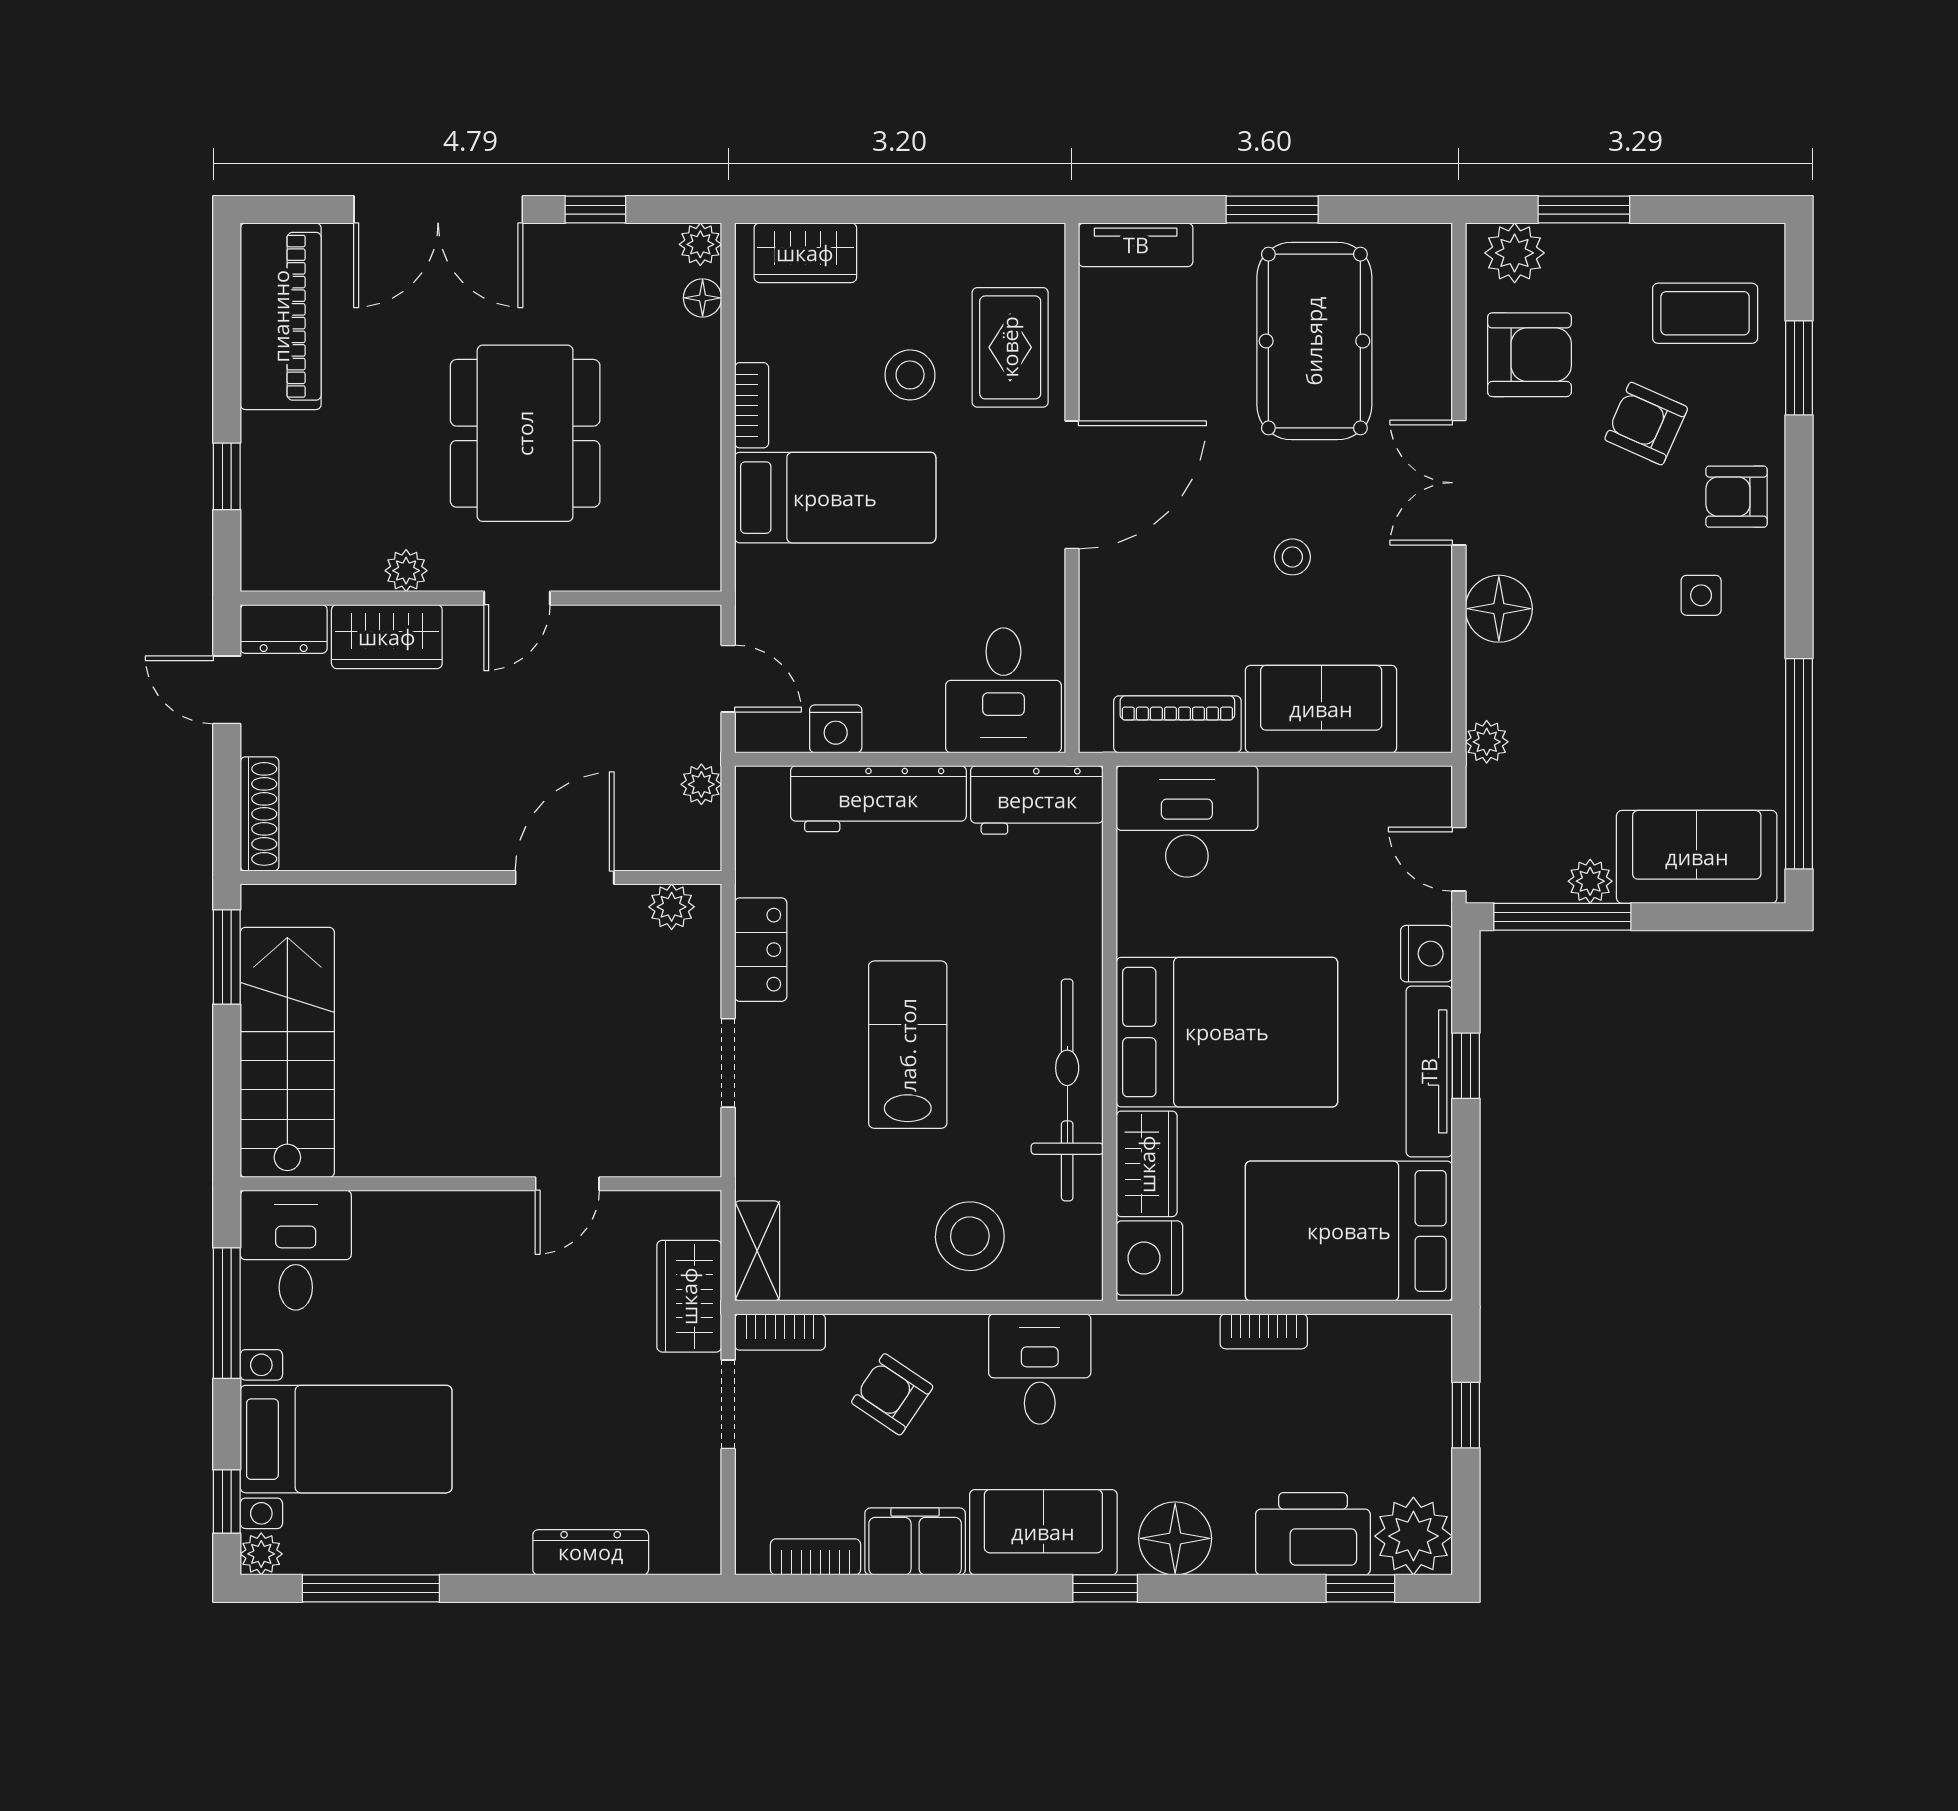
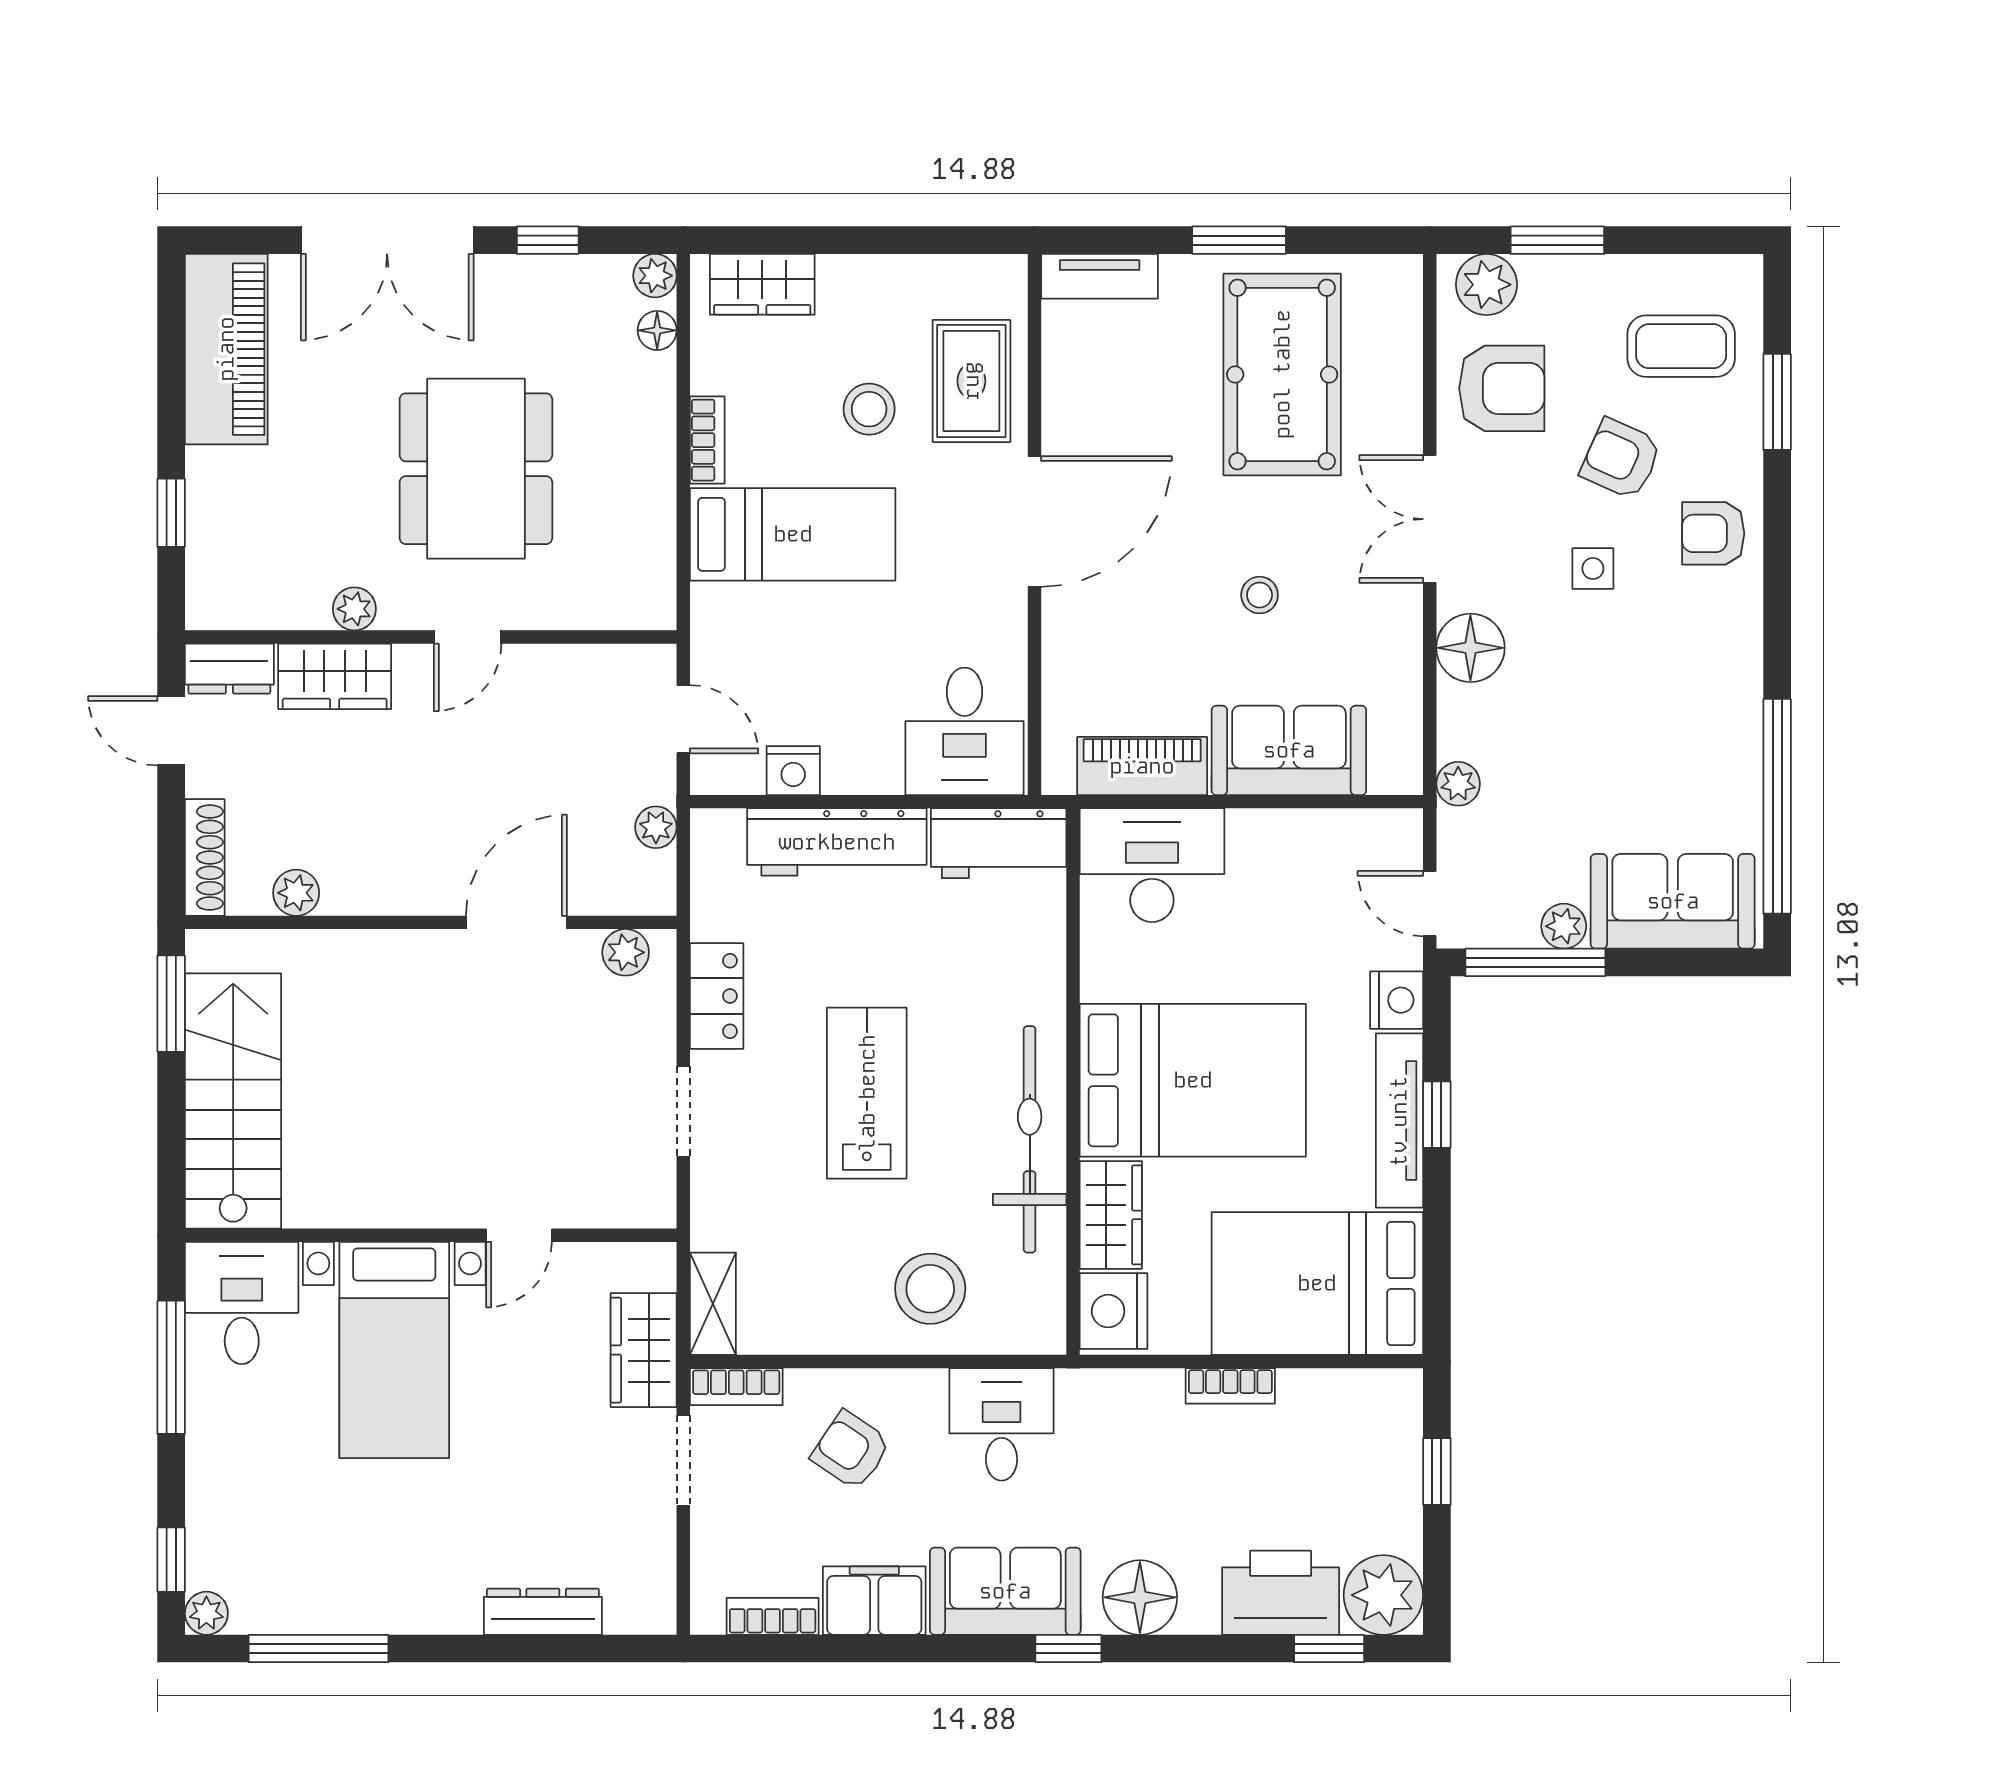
side table: (1701, 595) -> (1593, 569), moved
plant: (349, 848) -> (296, 893), added
bed with nightstands: (346, 1439) -> (394, 1350), moved, turned 90

